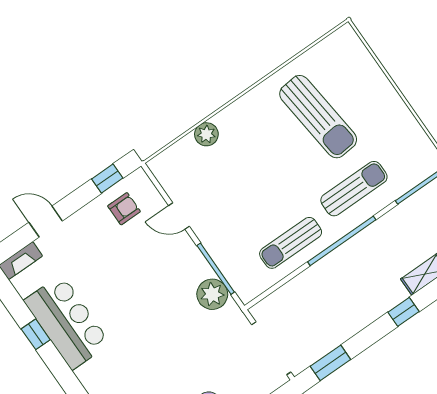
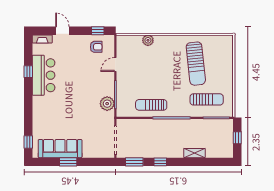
sun lounger: (354, 189) -> (207, 99), moved
door: (179, 216) -> (115, 64), hinge flipped
window: (403, 312) -> (160, 162), moved

